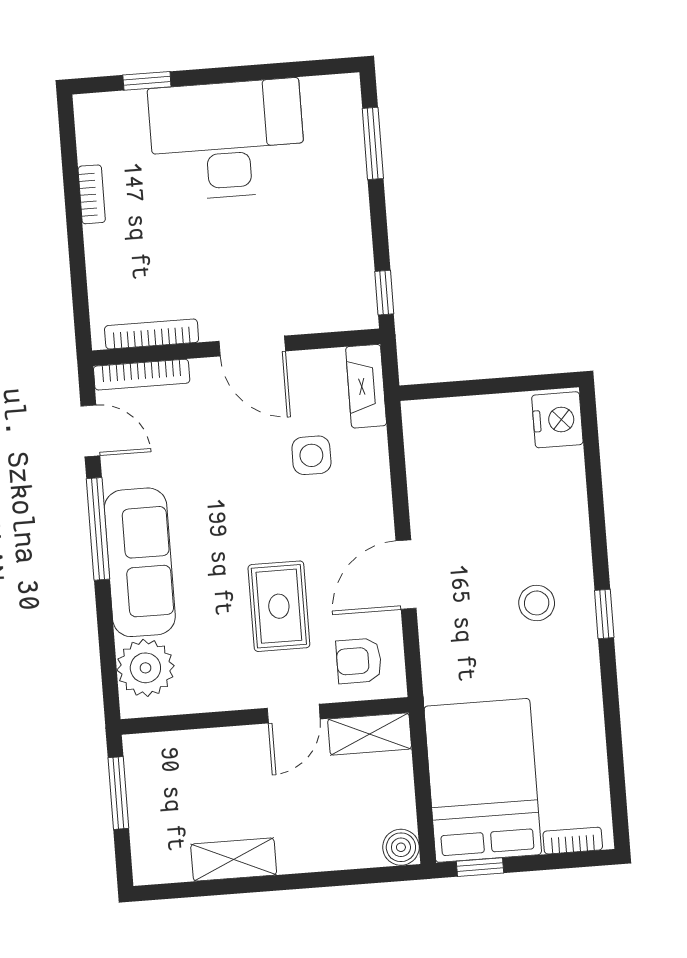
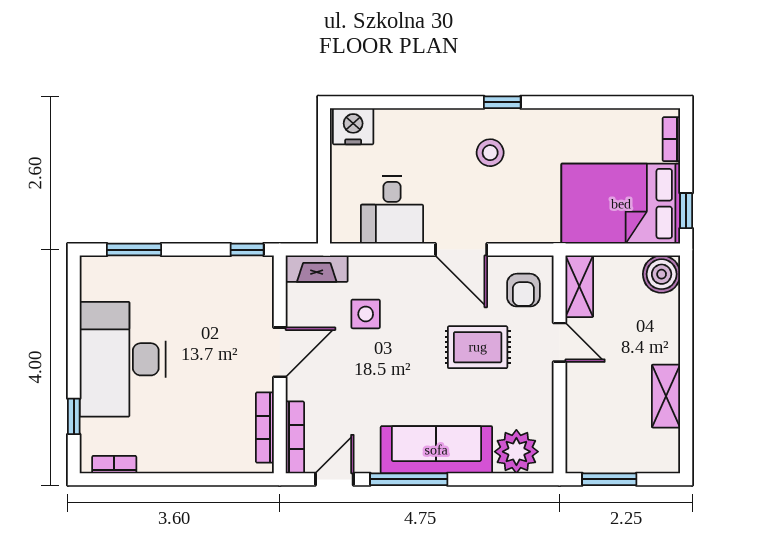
bookcase: (92, 194) -> (114, 465), moved
desk: (451, 480) -> (392, 210), added
boiler: (401, 847) -> (662, 274), width x1.36, depth x1.36

